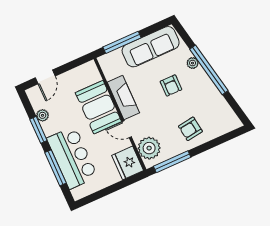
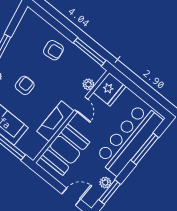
booth: (98, 107) -> (65, 150), moved
window: (38, 130) -> (110, 192), moved
plant: (149, 148) -> (88, 84), width x0.53, depth x0.53
bar counter: (72, 158) -> (129, 139), width x1.36

